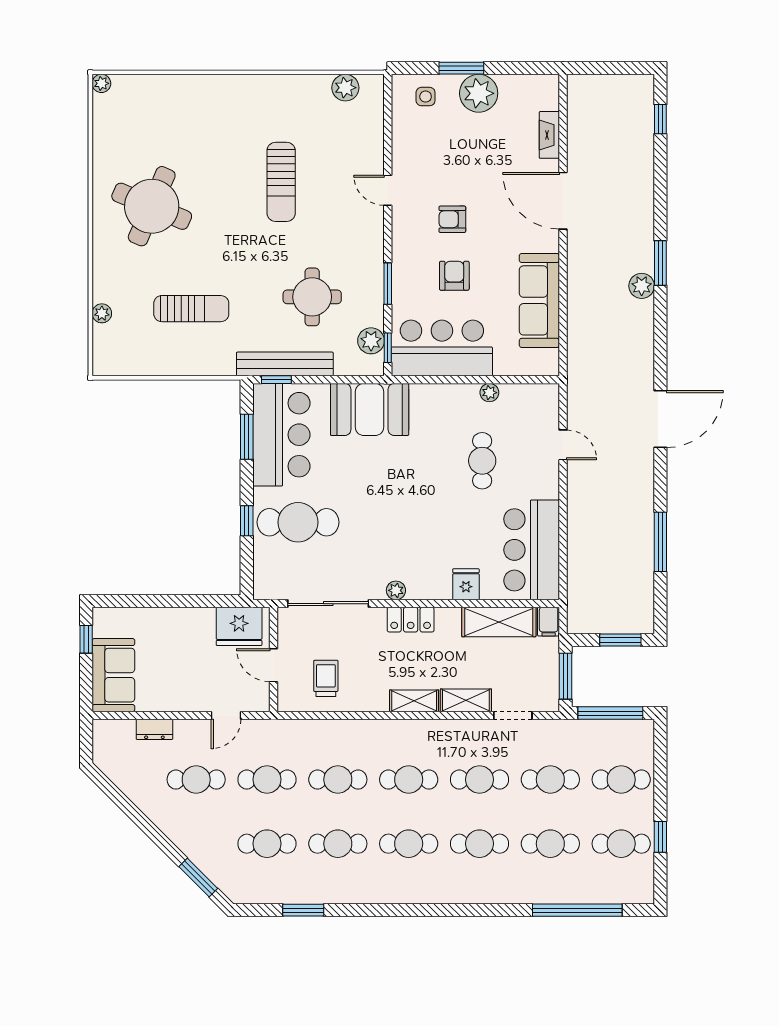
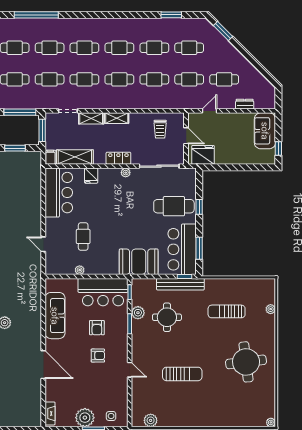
fireplace: (549, 135) -> (50, 413), moved
sun lounger: (281, 182) -> (182, 374), turned 90
round table: (152, 206) -> (246, 362), turned -30
plant: (371, 341) -> (138, 313), moved

